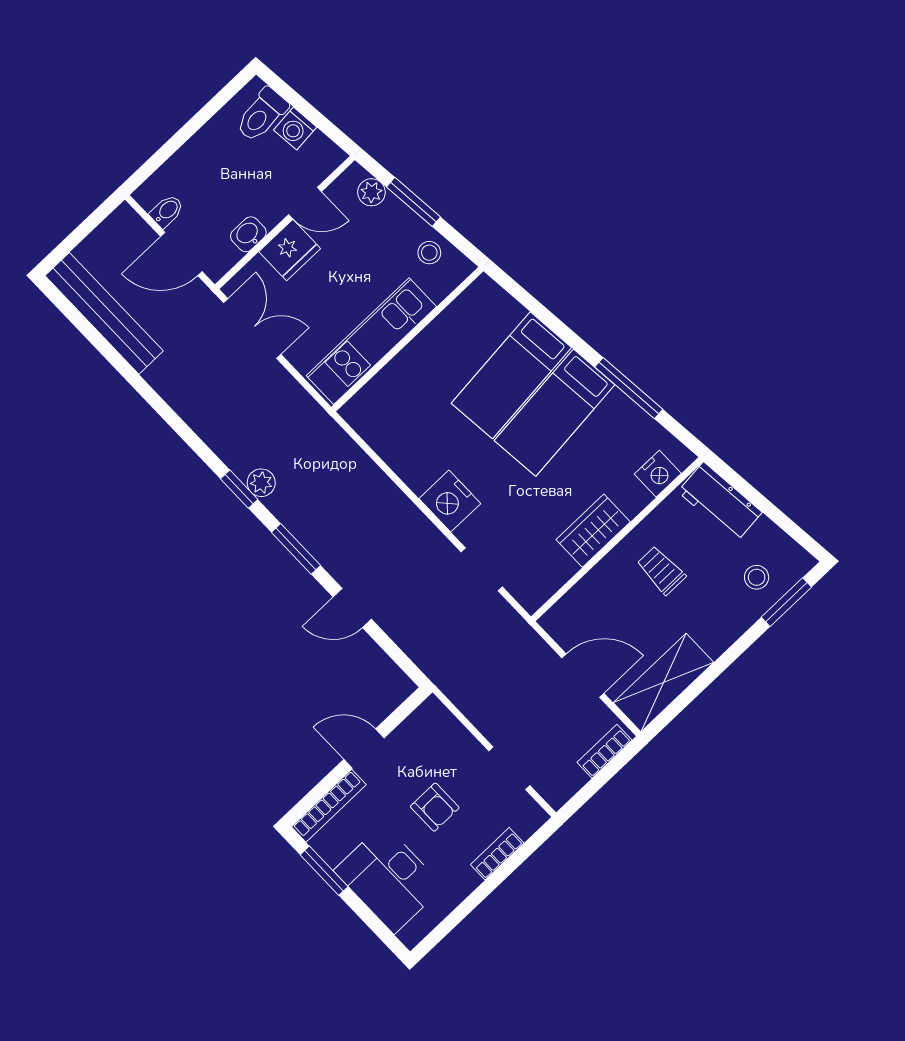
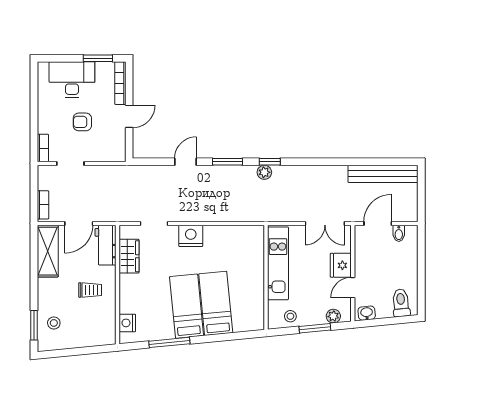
washing machine: (295, 129) -> (384, 310), removed
washbasin: (248, 234) -> (367, 313), moved, turned -96
workbench: (720, 502) -> (105, 245), moved, turned -84
wardrobe: (593, 531) -> (129, 256), moved
bookcase: (497, 854) -> (43, 148), moved

